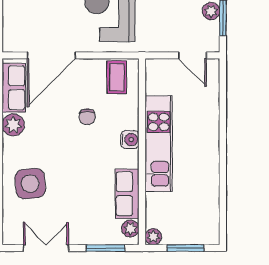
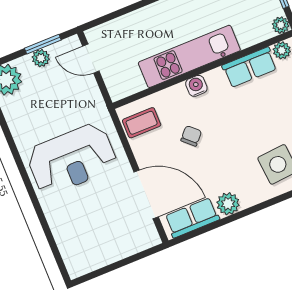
door: (192, 55) -> (91, 59), swing flipped
chair: (87, 117) -> (191, 136), turned -47

